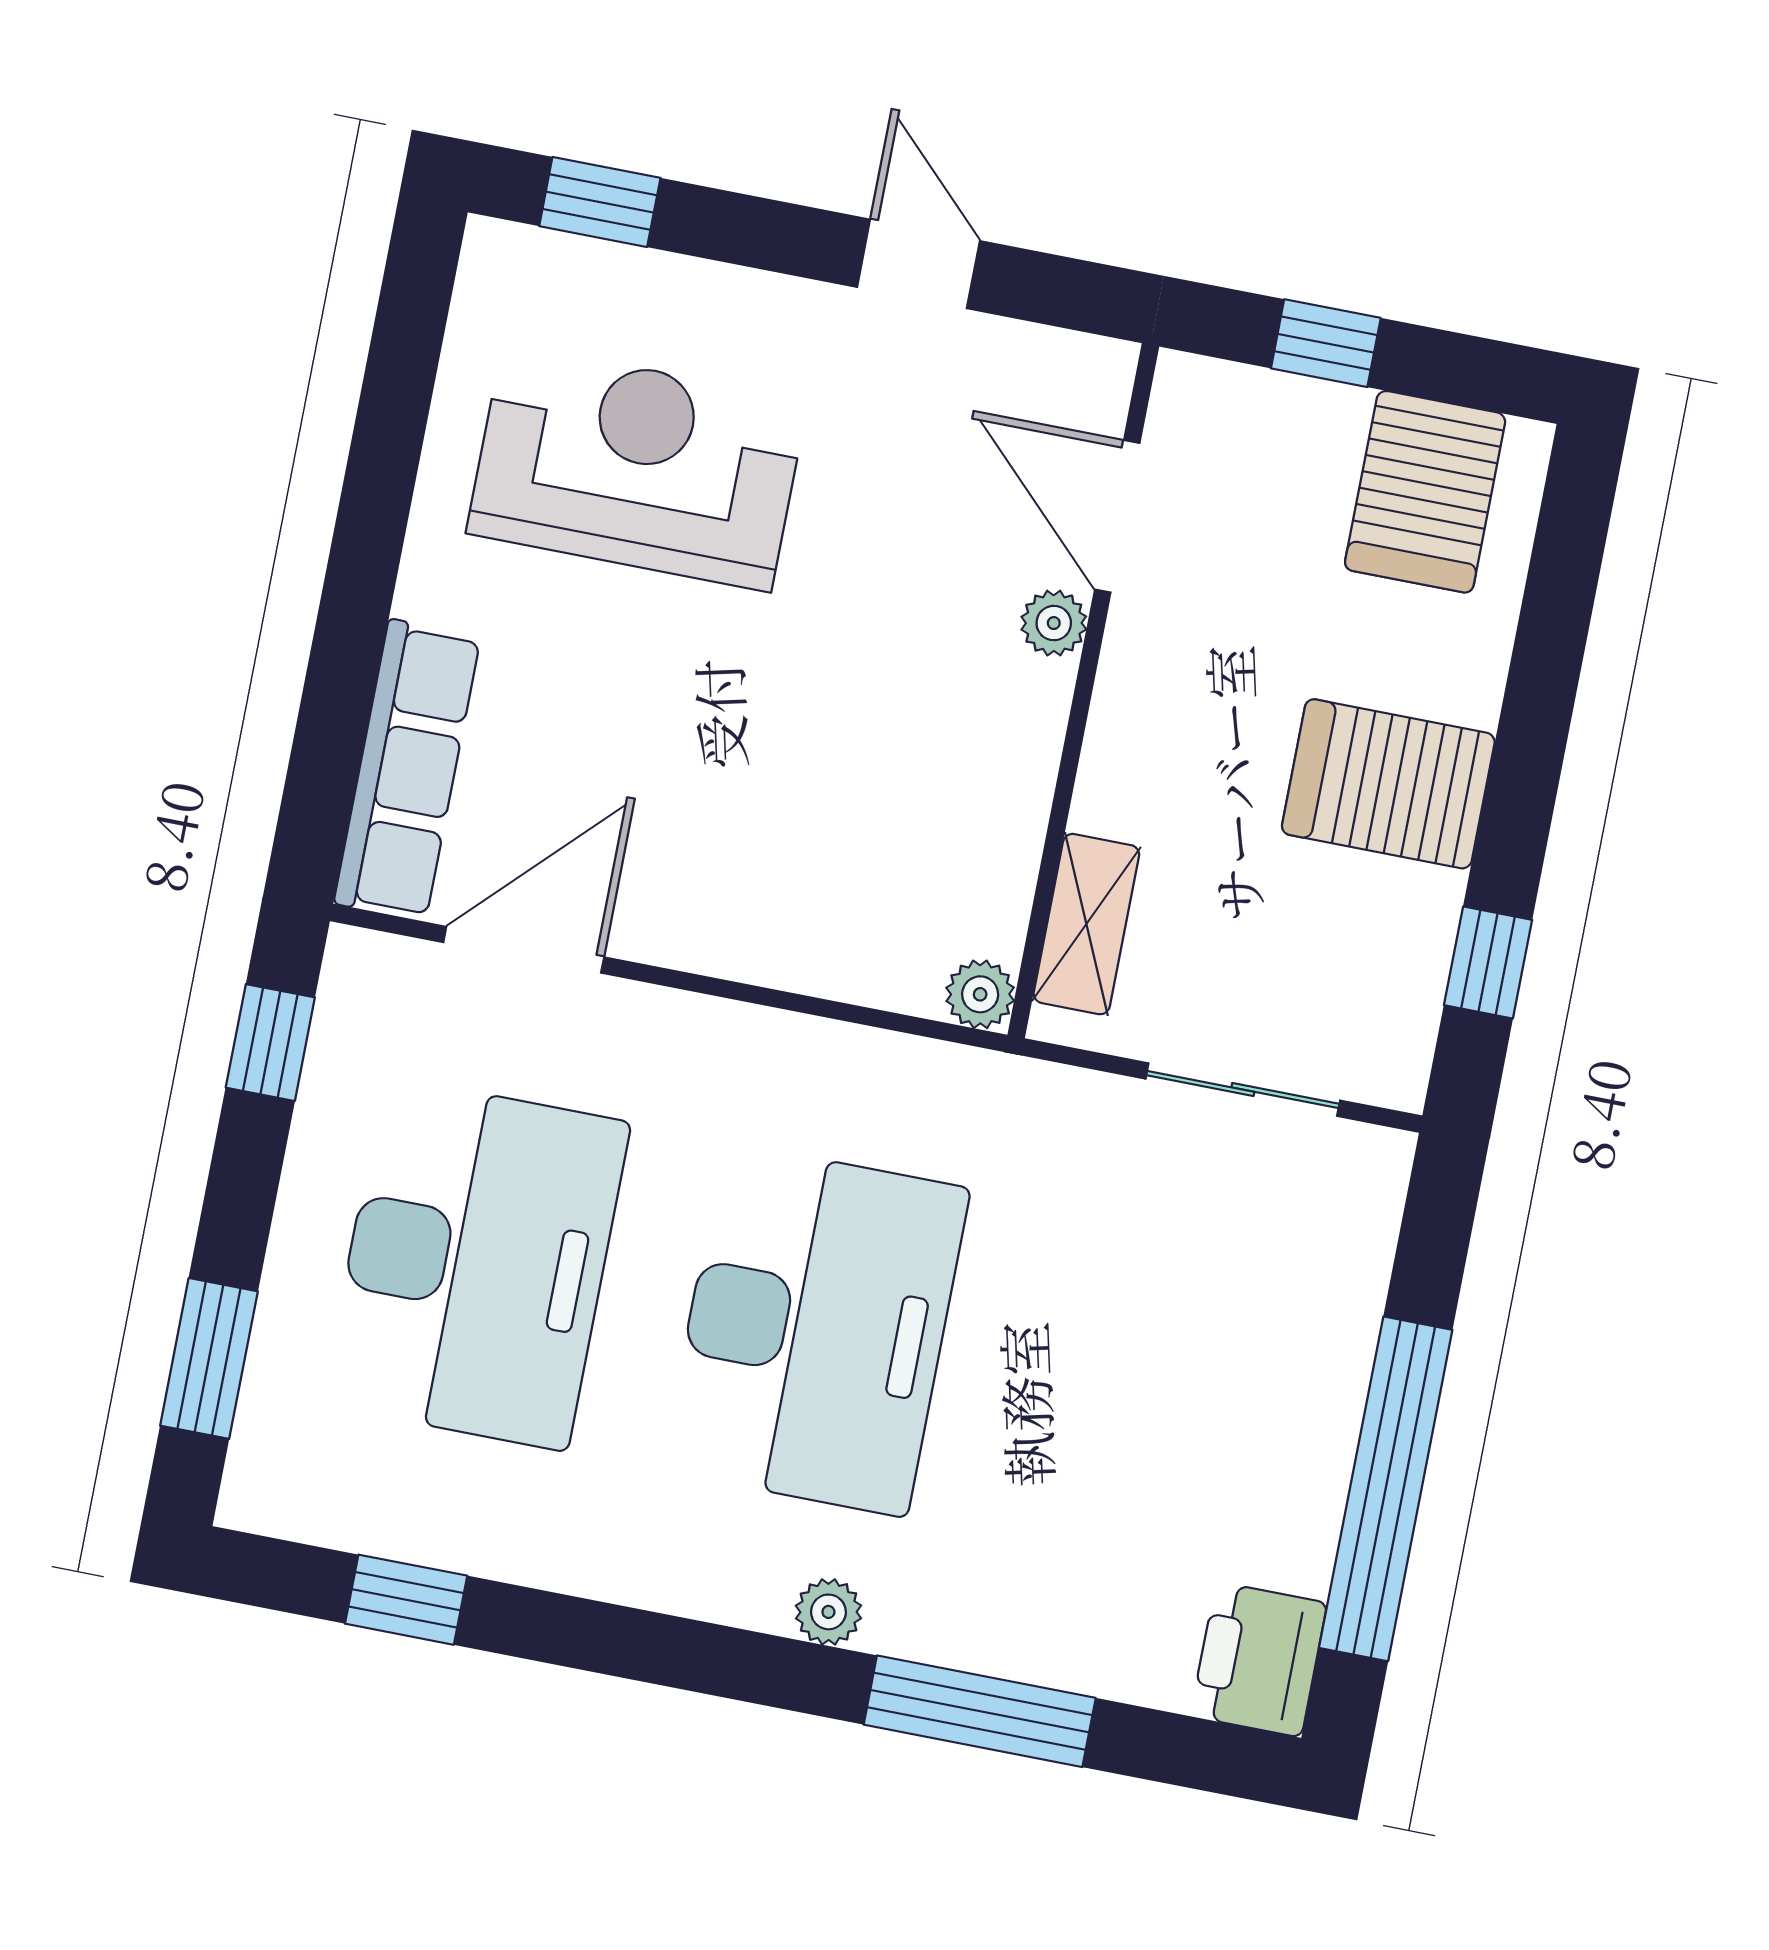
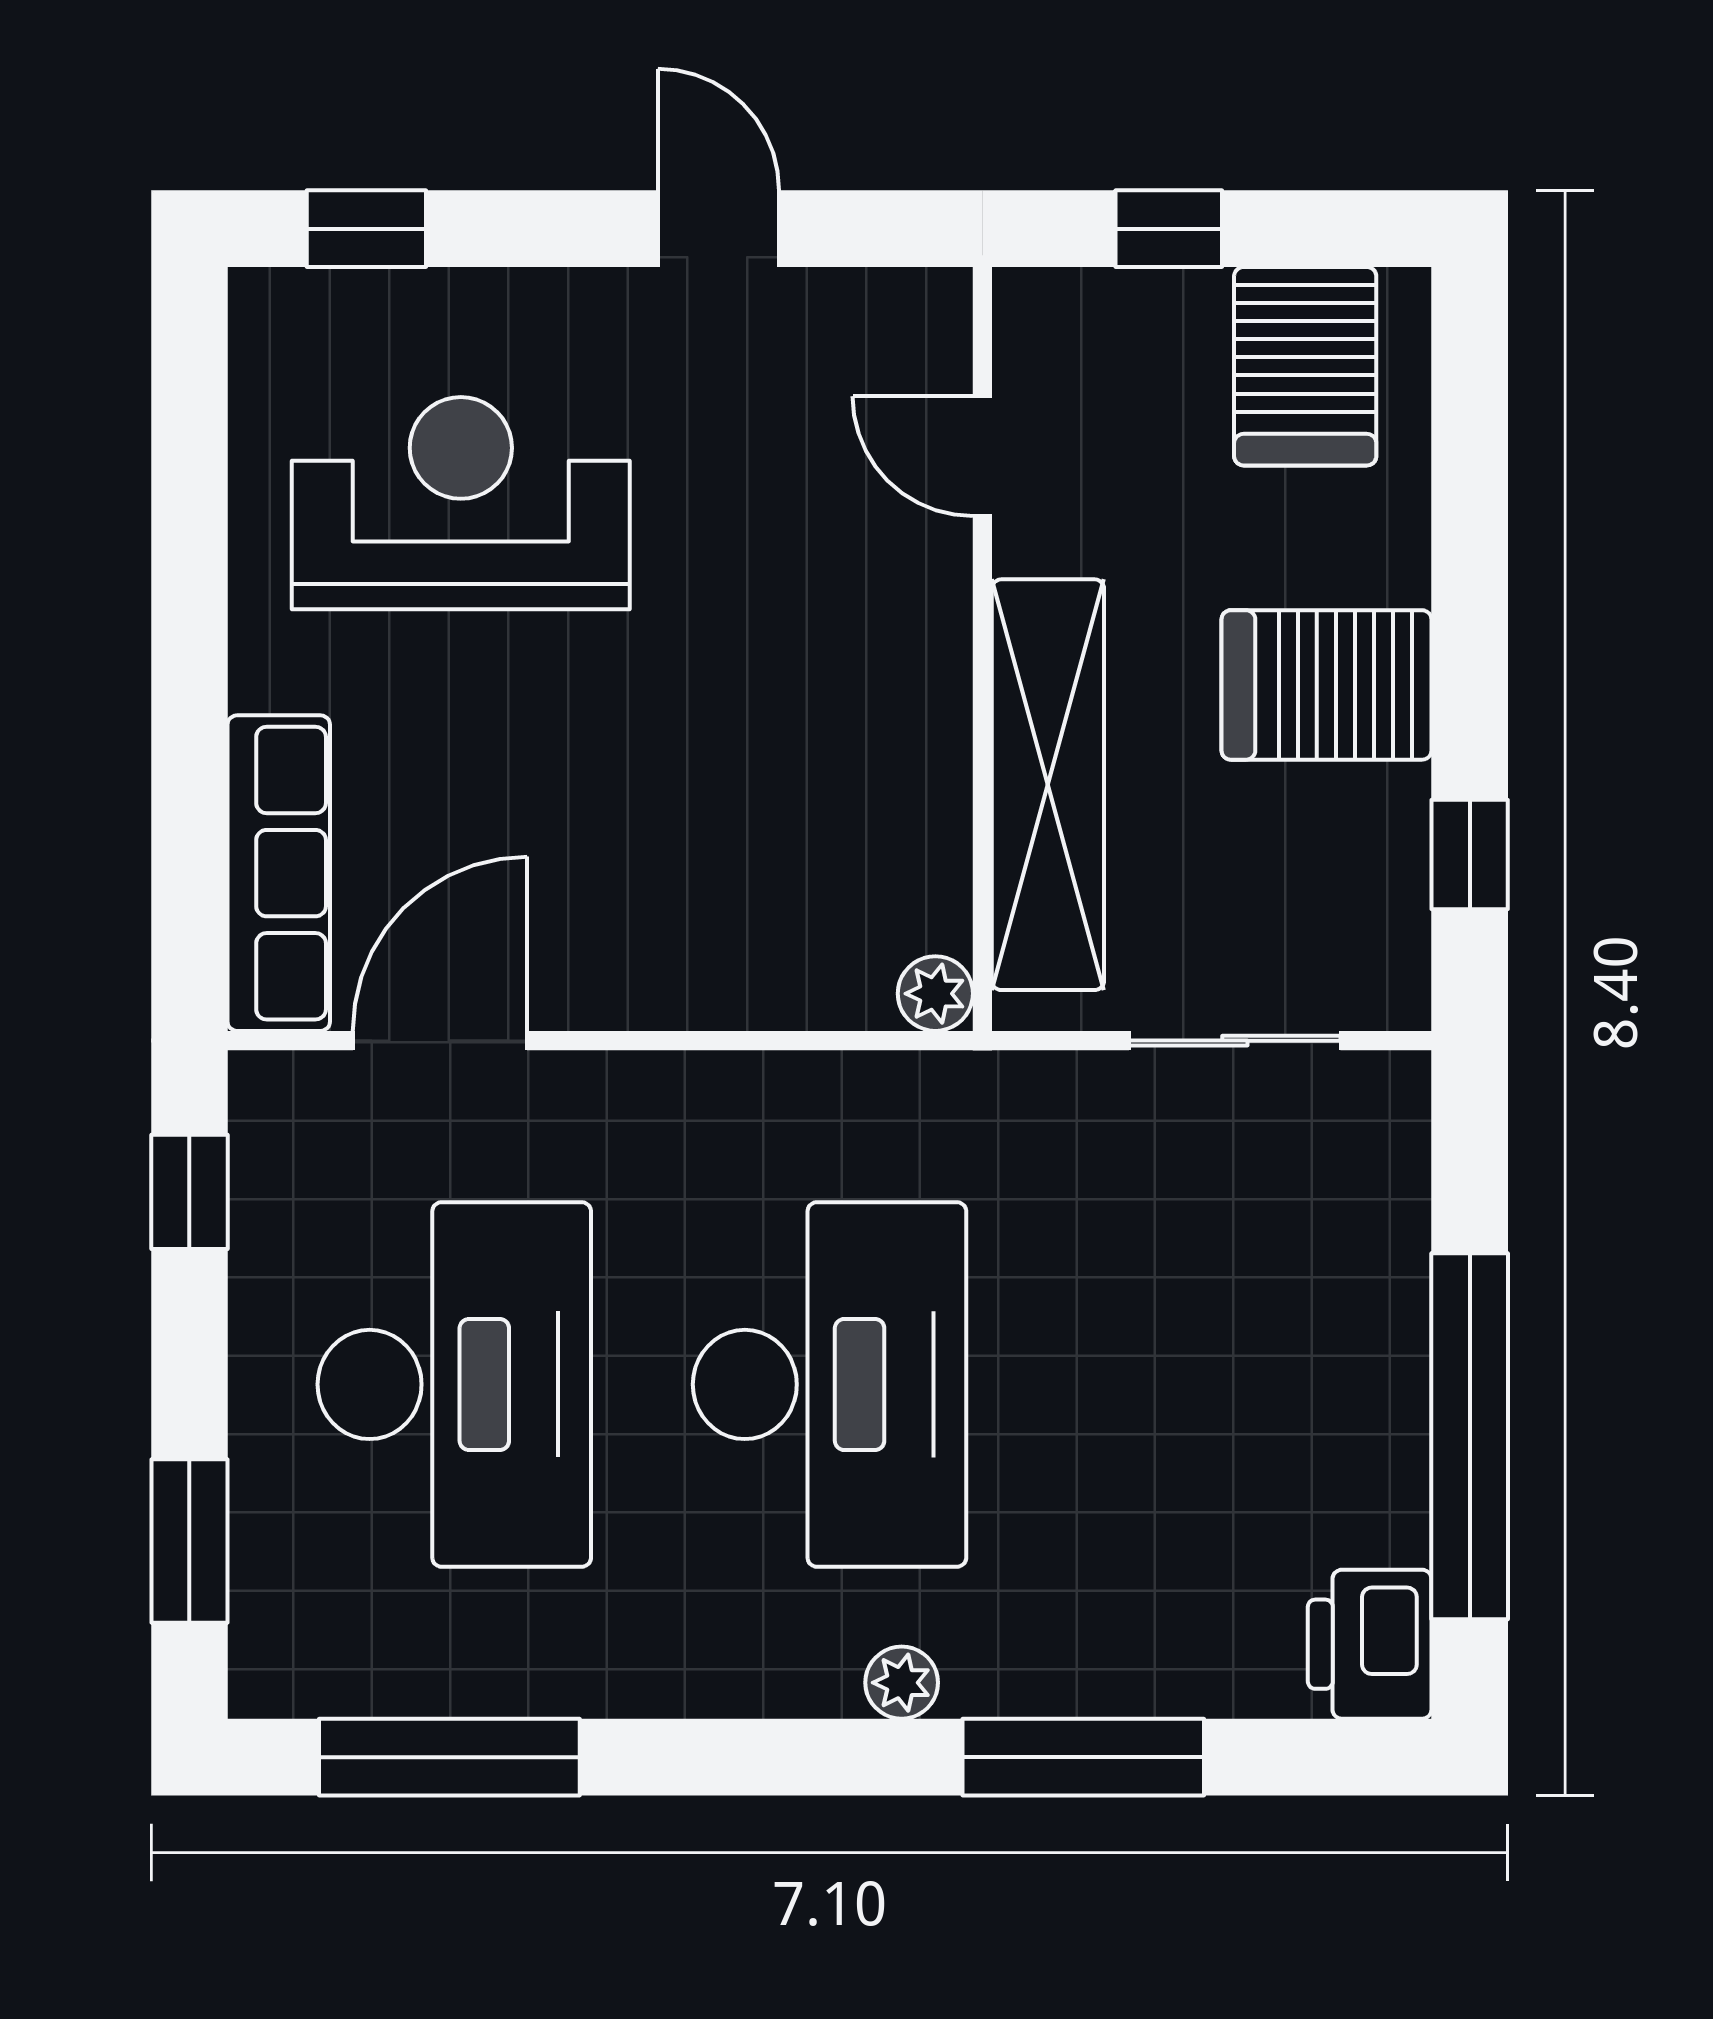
door: (1117, 516) -> (982, 456), width x0.73
plant: (1054, 623) -> (937, 583), removed
shelving: (1086, 924) -> (1048, 785), width x2.20, depth x1.33
window: (406, 1600) -> (449, 1757), width x2.17

